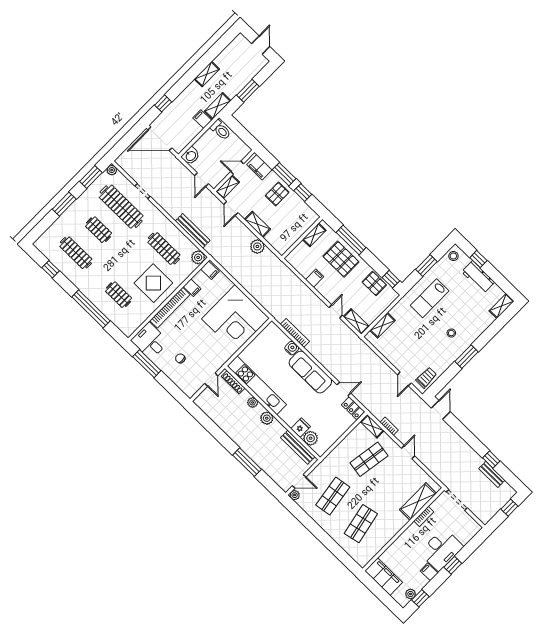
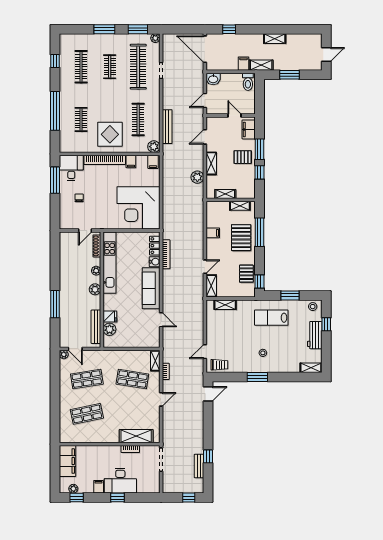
shelving: (228, 187) -> (225, 194), moved
locker: (353, 408) -> (155, 246), moved

